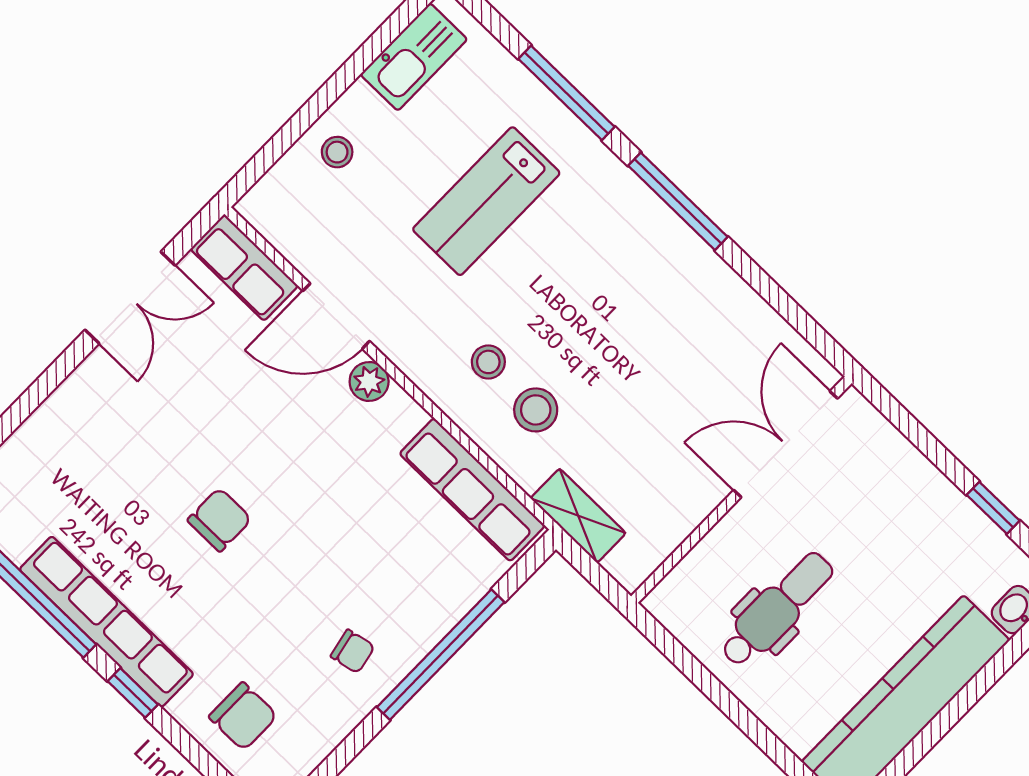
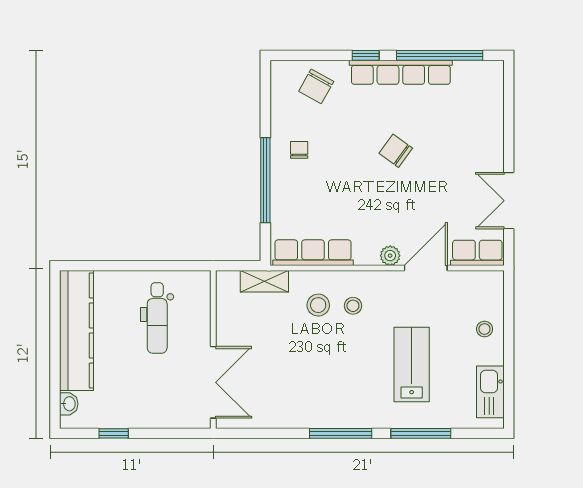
chair: (220, 520) -> (396, 151), turned 126
chair: (353, 651) -> (299, 150), turned 102
chair: (243, 716) -> (316, 86), turned -61

